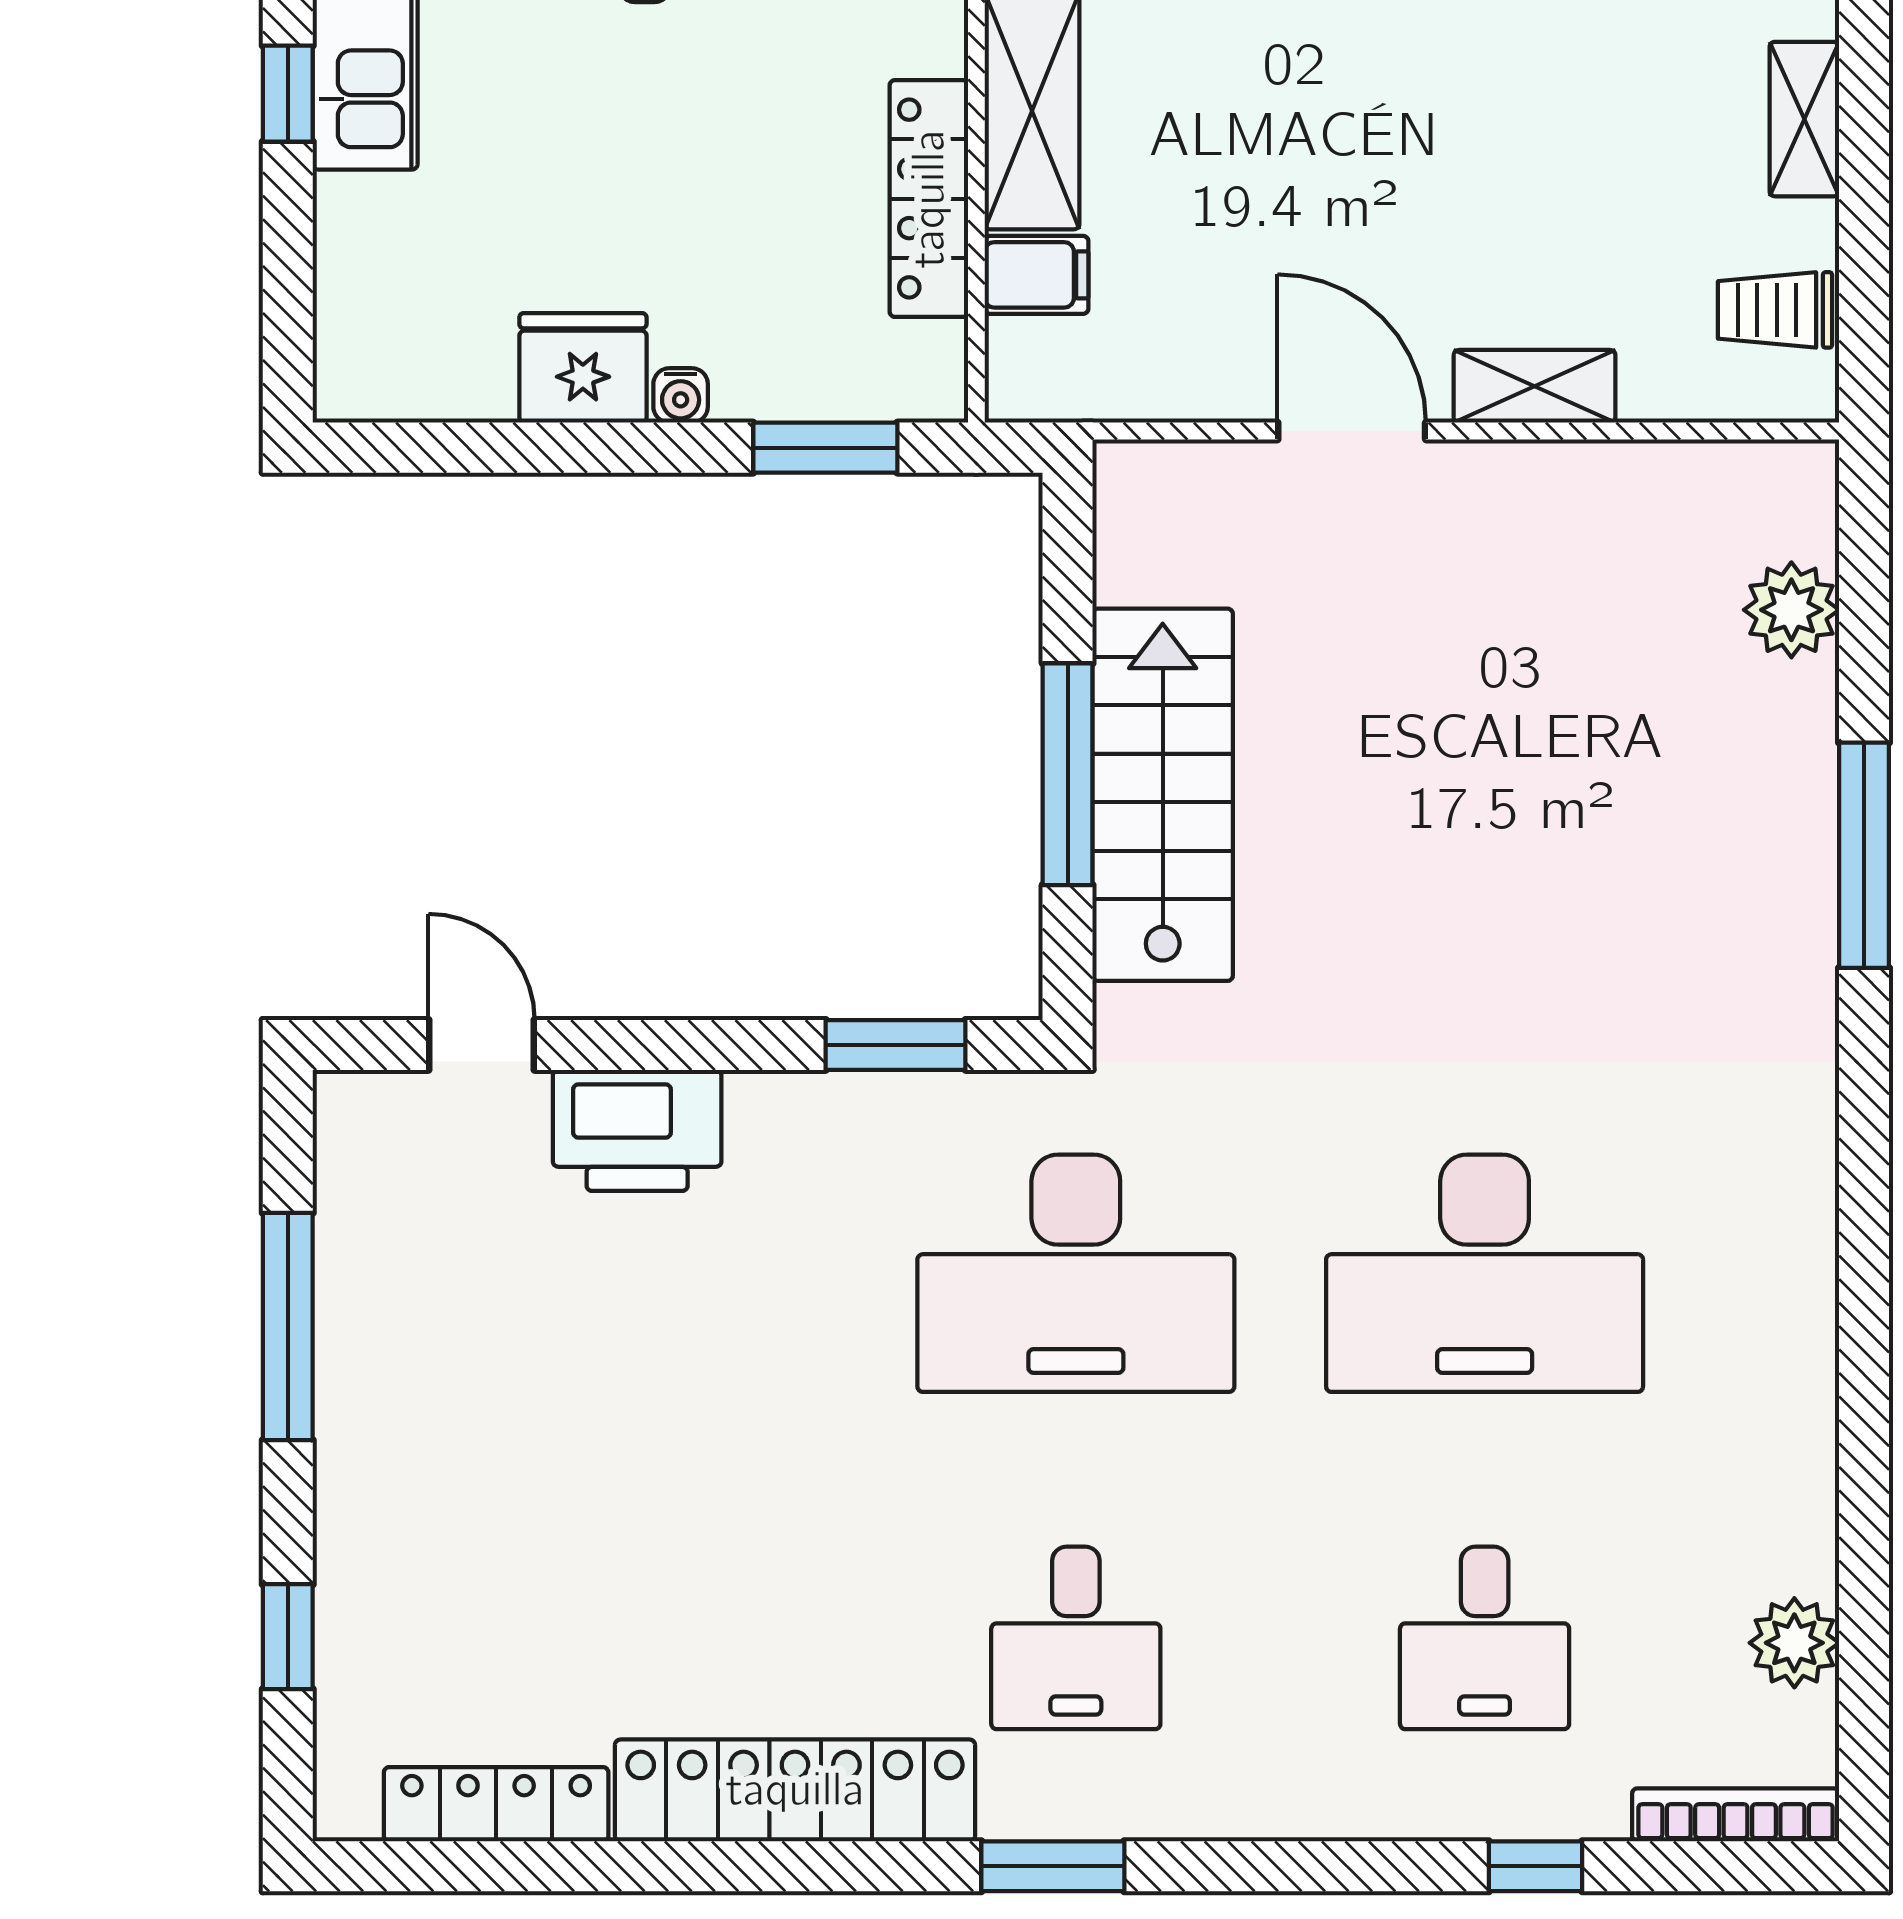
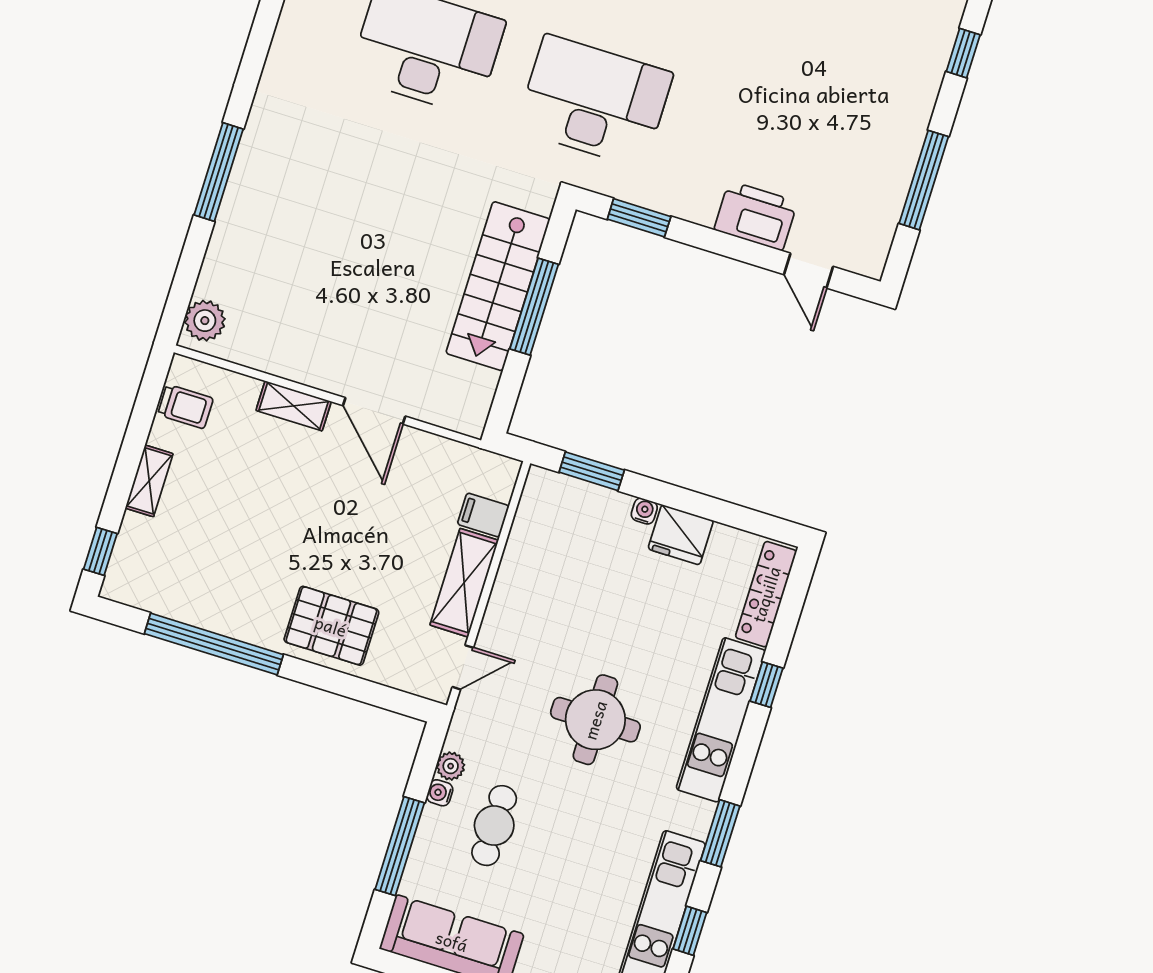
locker: (929, 199) -> (766, 594), moved, turned 180
plant: (1791, 610) -> (205, 321), moved

